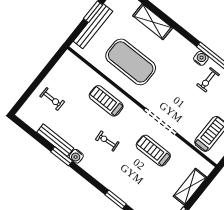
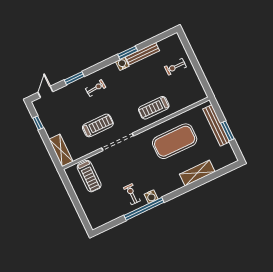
treadmill: (106, 101) -> (154, 108), turned 180
exercise bike: (107, 141) -> (96, 88), moved
shelving: (190, 187) -> (61, 150), moved

